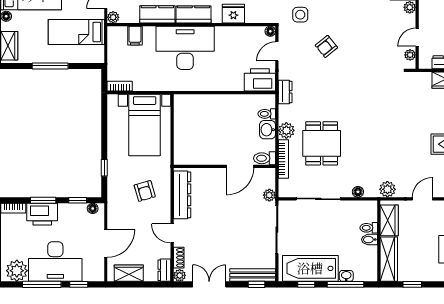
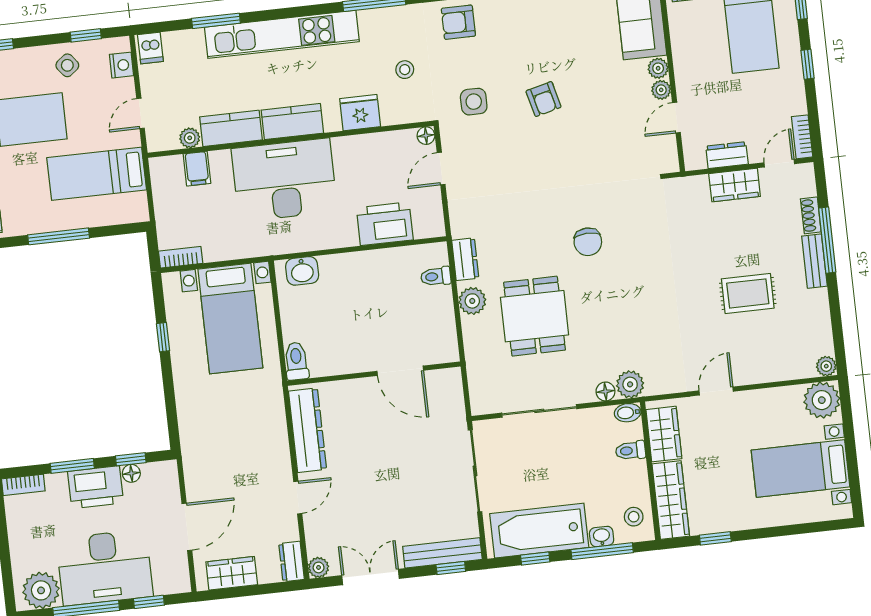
plant: (113, 17) -> (190, 138), moved
armchair: (326, 46) -> (544, 99), moved, turned -65
plant: (410, 55) -> (661, 90), moved
printer: (260, 80) -> (385, 224), moved
dresser: (285, 92) -> (465, 259), moved
chair: (357, 104) -> (588, 242), added
washbasin: (268, 130) -> (302, 271), moved, turned -90
toilet: (265, 158) -> (296, 361), moved, turned 90
bookcase: (283, 159) -> (472, 350), removed
door: (240, 166) -> (400, 371), hinge flipped
window: (104, 168) -> (163, 337), moved
plant: (387, 189) -> (630, 384), moved
armchair: (145, 191) -> (243, 431), removed
plant: (269, 195) -> (456, 414), removed
floor lamp: (93, 208) -> (131, 473), moved
printer: (42, 214) -> (96, 487), moved
door: (172, 233) -> (298, 498), swing flipped
bidet: (369, 240) -> (628, 413), moved
shoe rack: (179, 258) -> (314, 538), removed
stool: (366, 266) -> (634, 517), added

